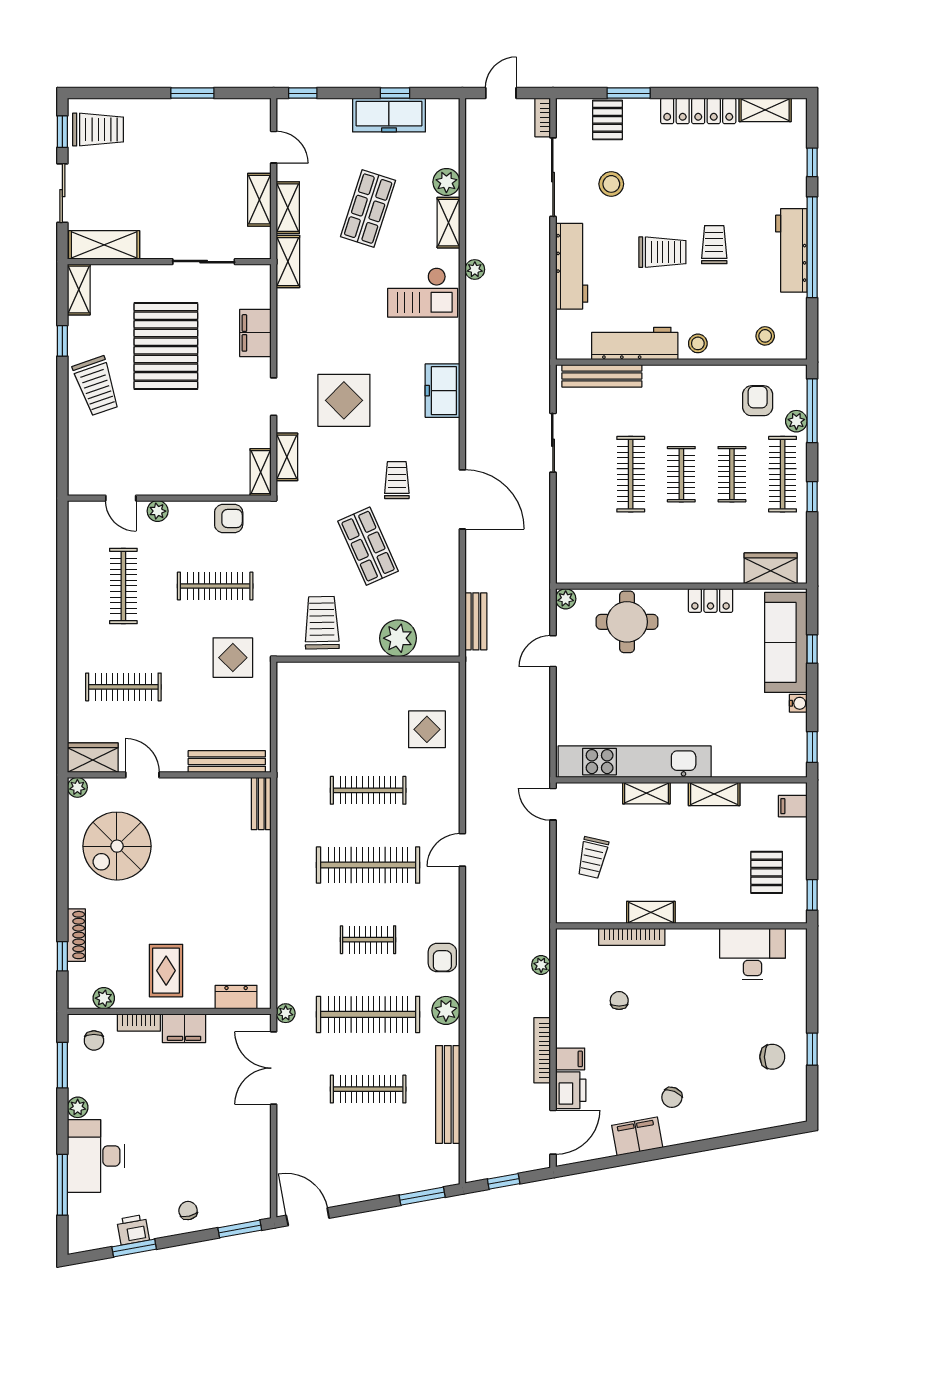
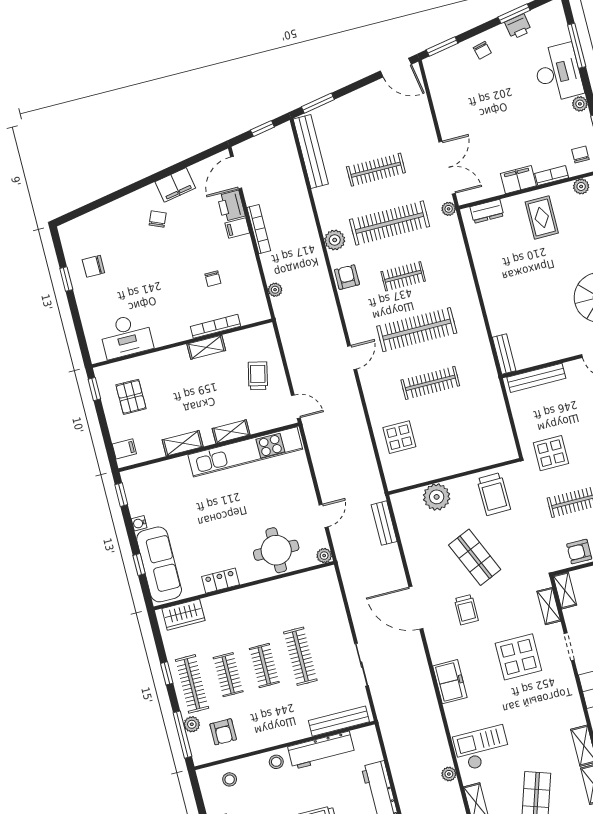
bench: (448, 1094) -> (311, 152), moved

